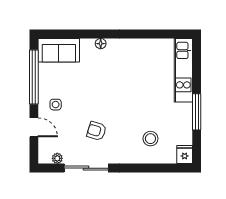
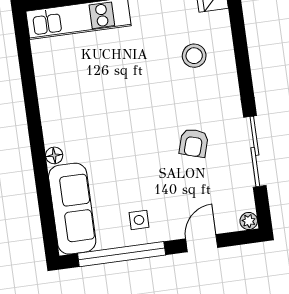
sofa: (59, 50) -> (72, 209), width x1.36
side table: (56, 105) -> (139, 220), moved
plant: (57, 158) -> (249, 221), moved

